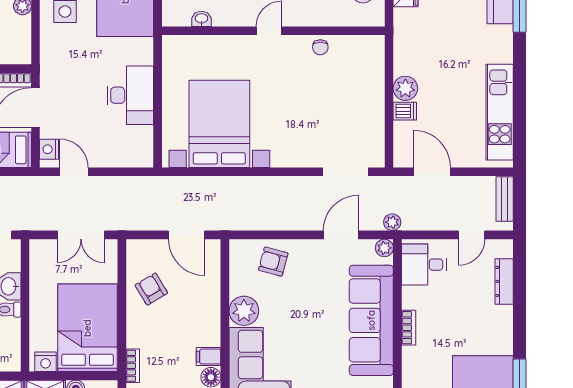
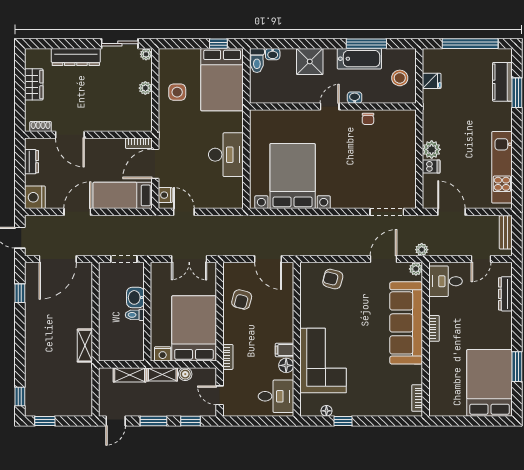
washbasin: (201, 19) -> (355, 98), moved
armchair: (151, 289) -> (242, 300), turned -134
plant: (244, 311) -> (311, 316), removed

